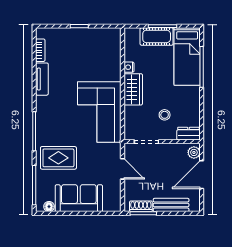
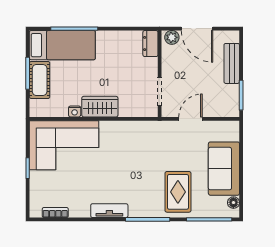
tv unit: (42, 79) -> (109, 211), moved
corner sofa: (99, 112) -> (64, 145), moved
stool: (165, 115) -> (129, 71), removed
shoe rack: (141, 206) -> (233, 98), removed

